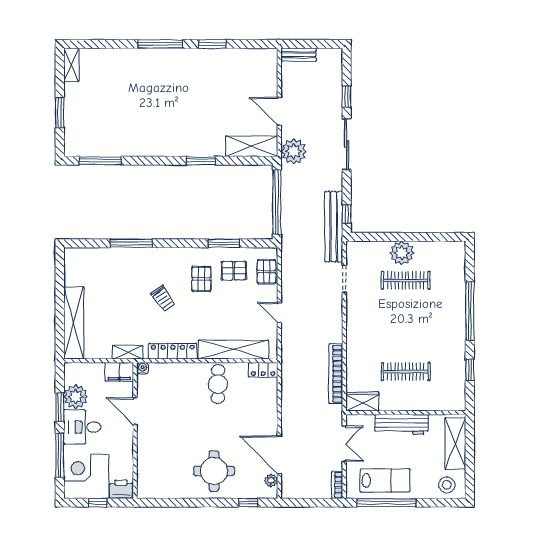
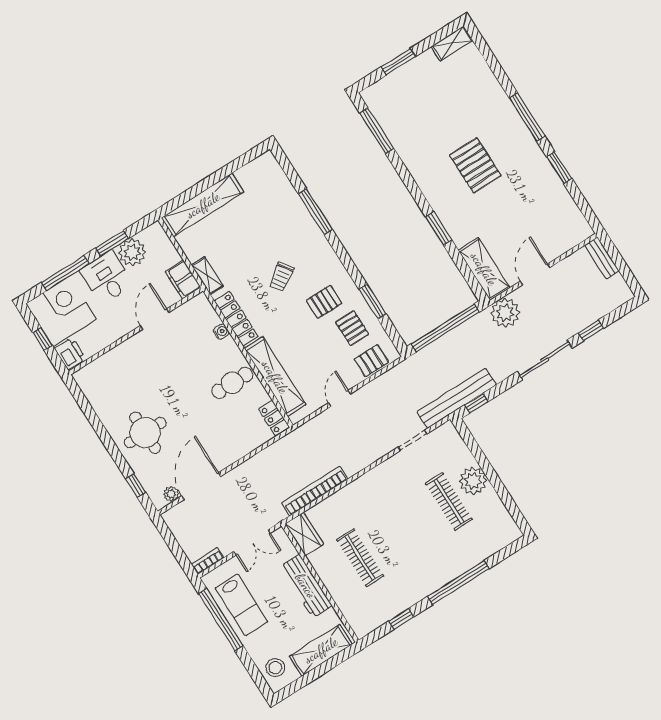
pallet: (172, 105) -> (475, 165), added
water cooler: (143, 368) -> (221, 332), moved

